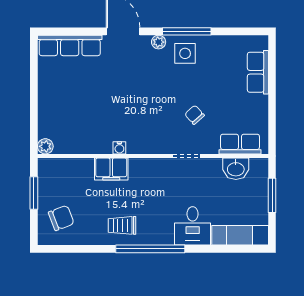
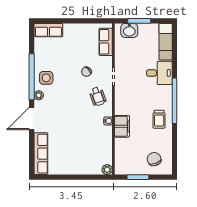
window: (187, 31) -> (32, 77), width x1.46
row of seats: (258, 72) -> (48, 30), moved
wheelchair: (157, 132) -> (98, 96), added
washbasin: (236, 169) -> (129, 30), moved, turned 90

